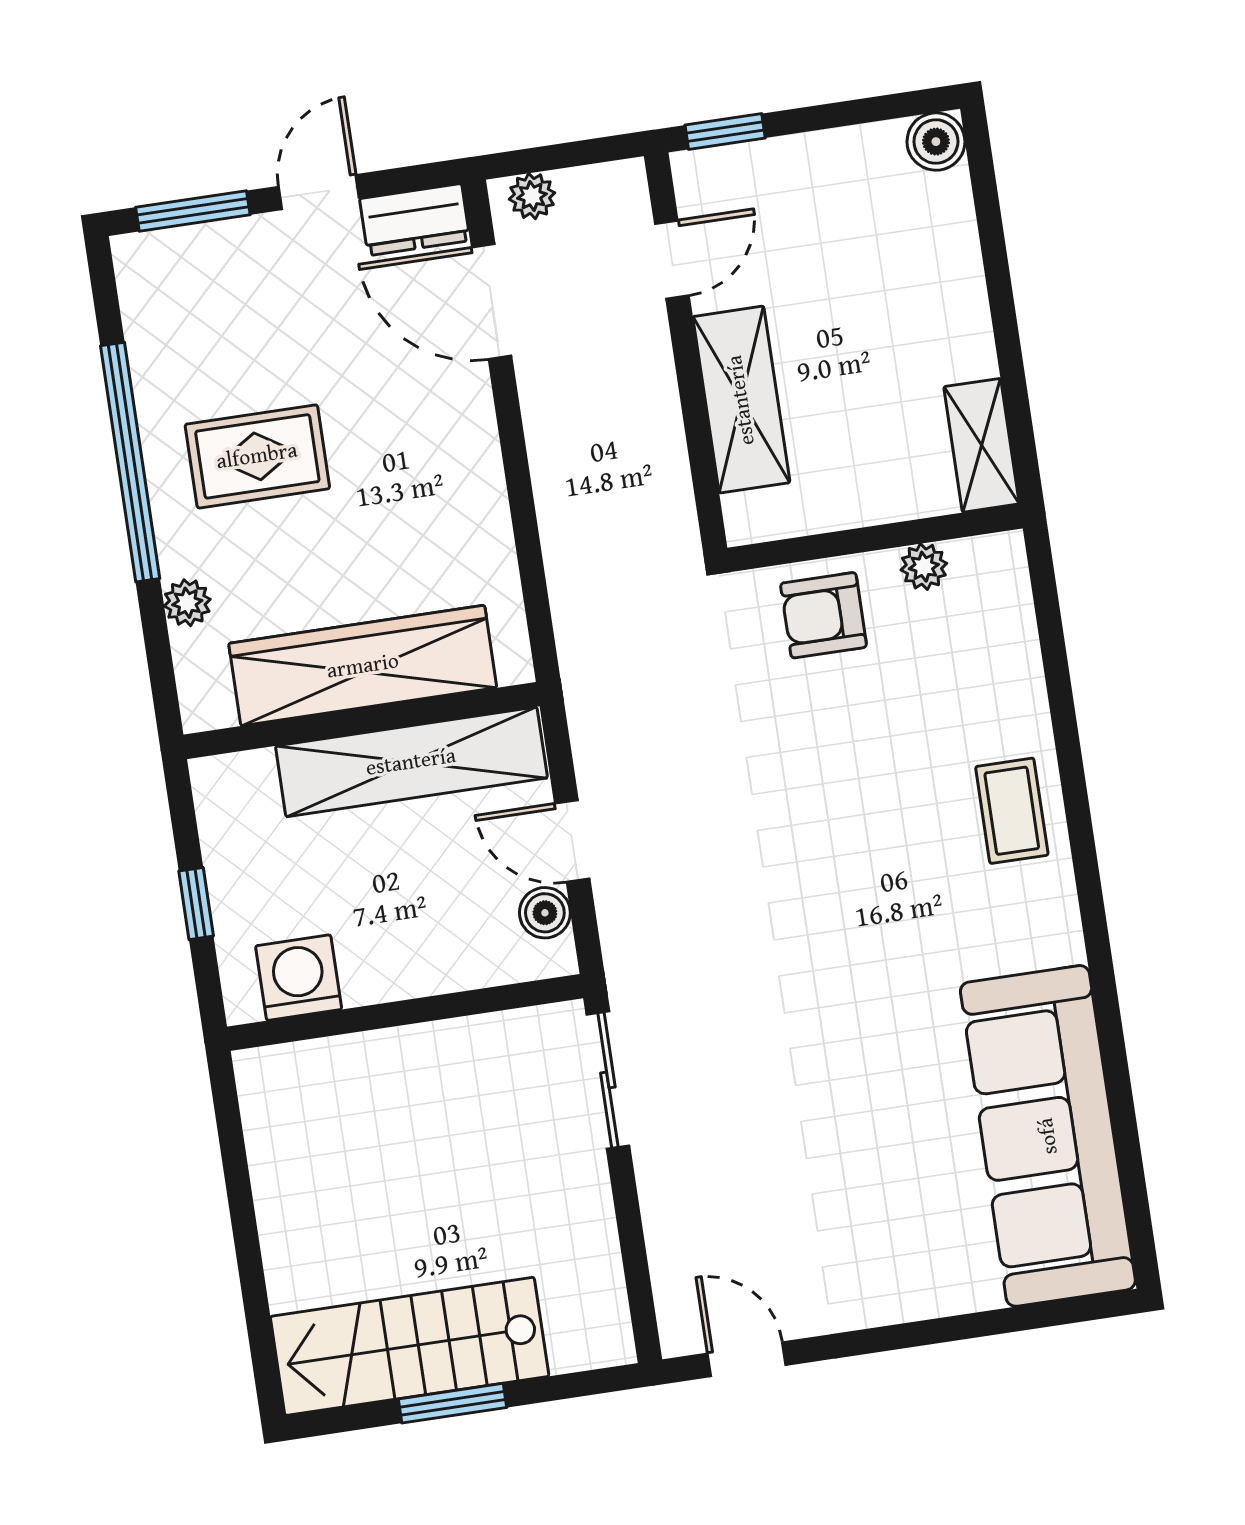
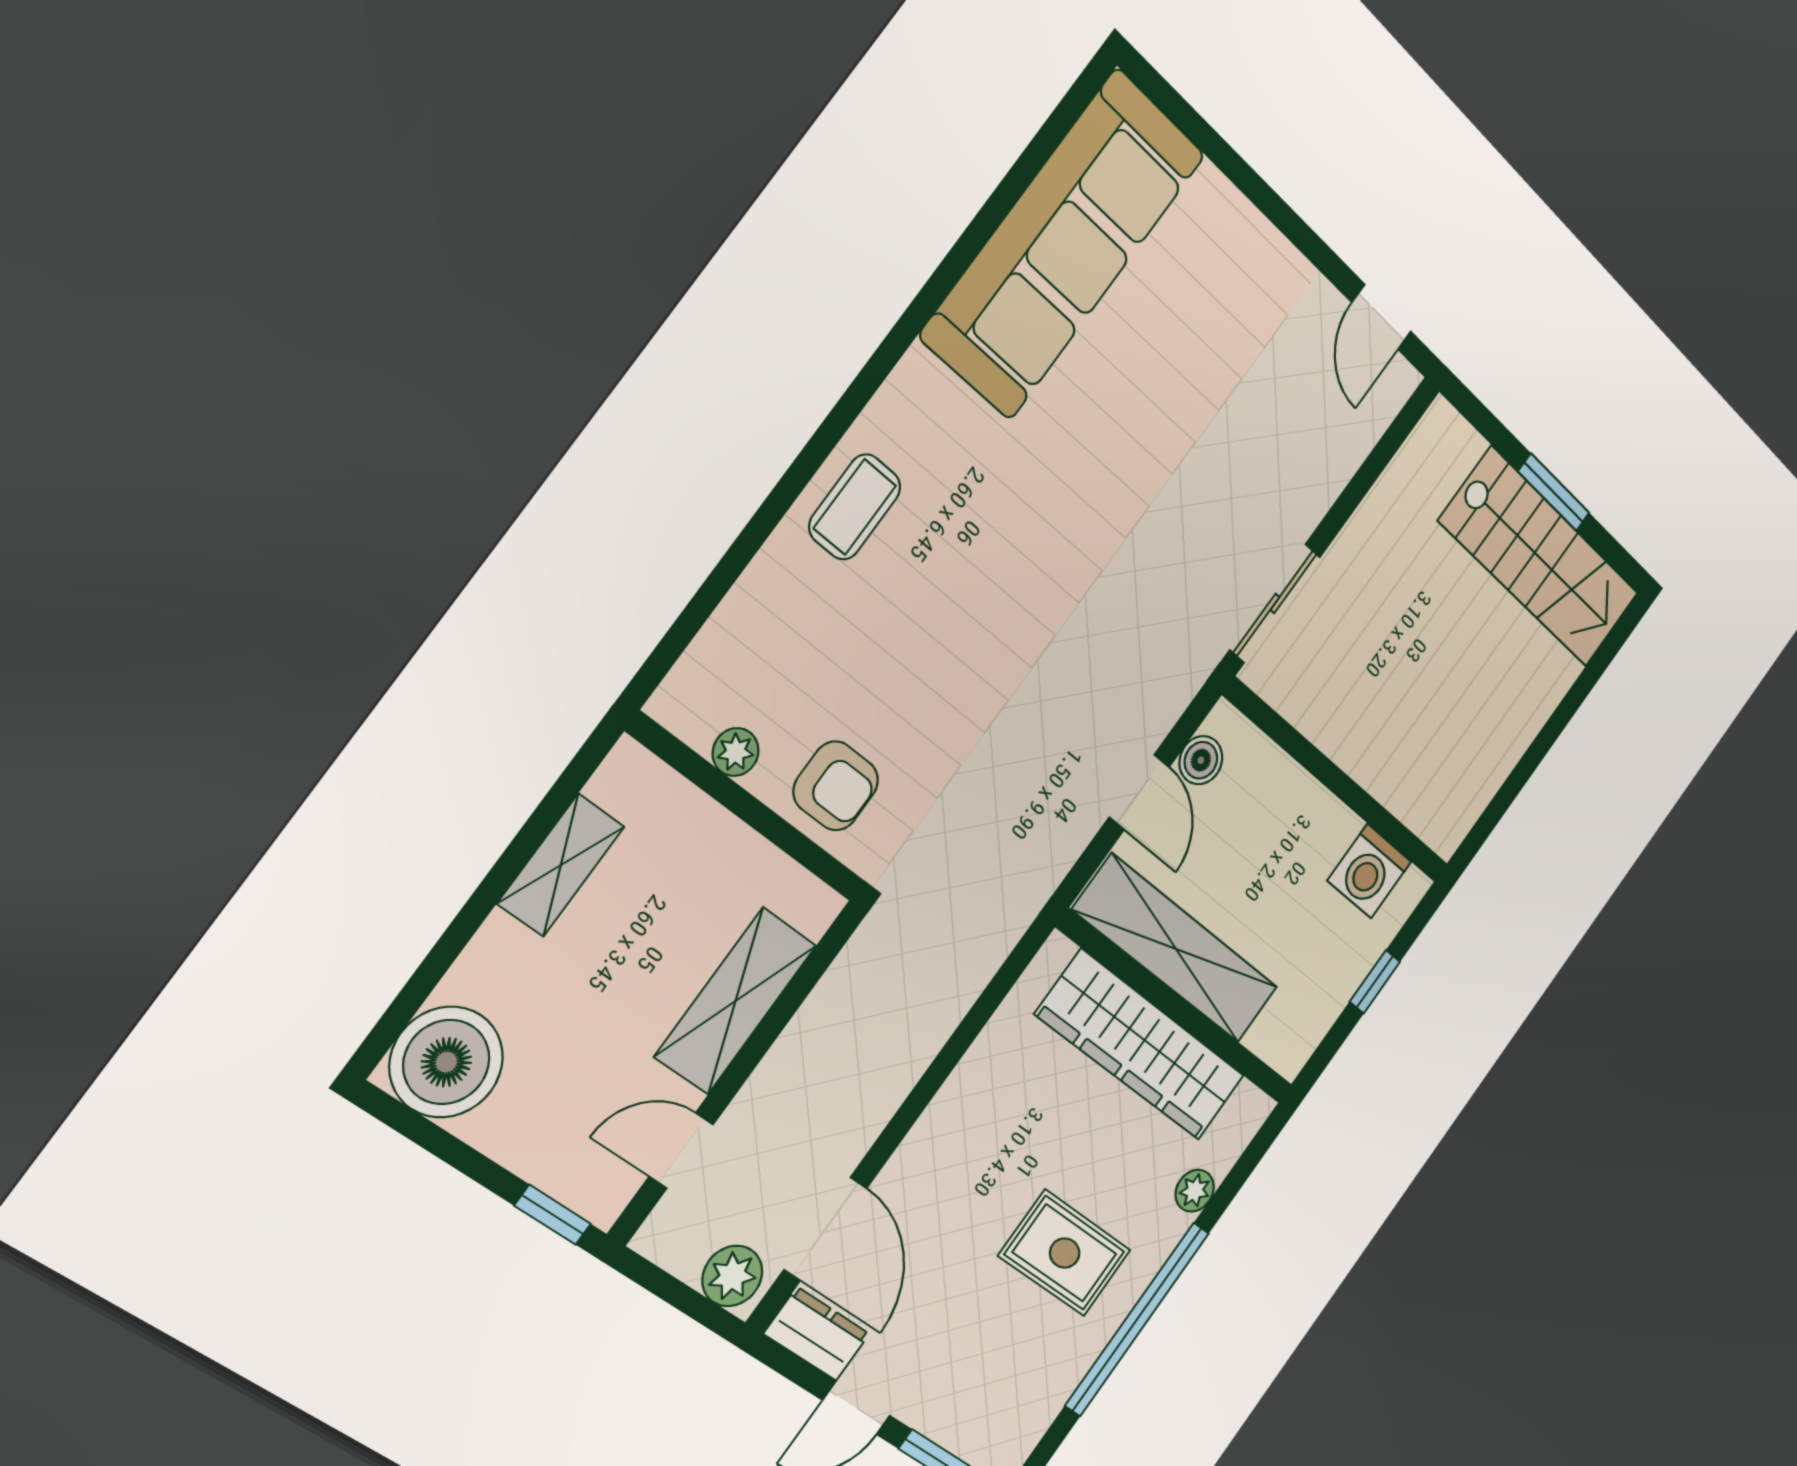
boiler: (936, 142) -> (446, 1062), width x1.86, depth x1.86
plant: (532, 196) -> (732, 1276), width x1.38, depth x1.38
shelving: (982, 445) -> (561, 865), moved

